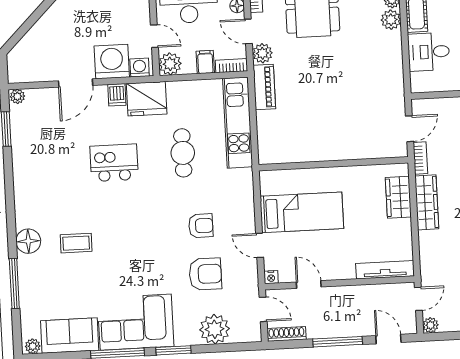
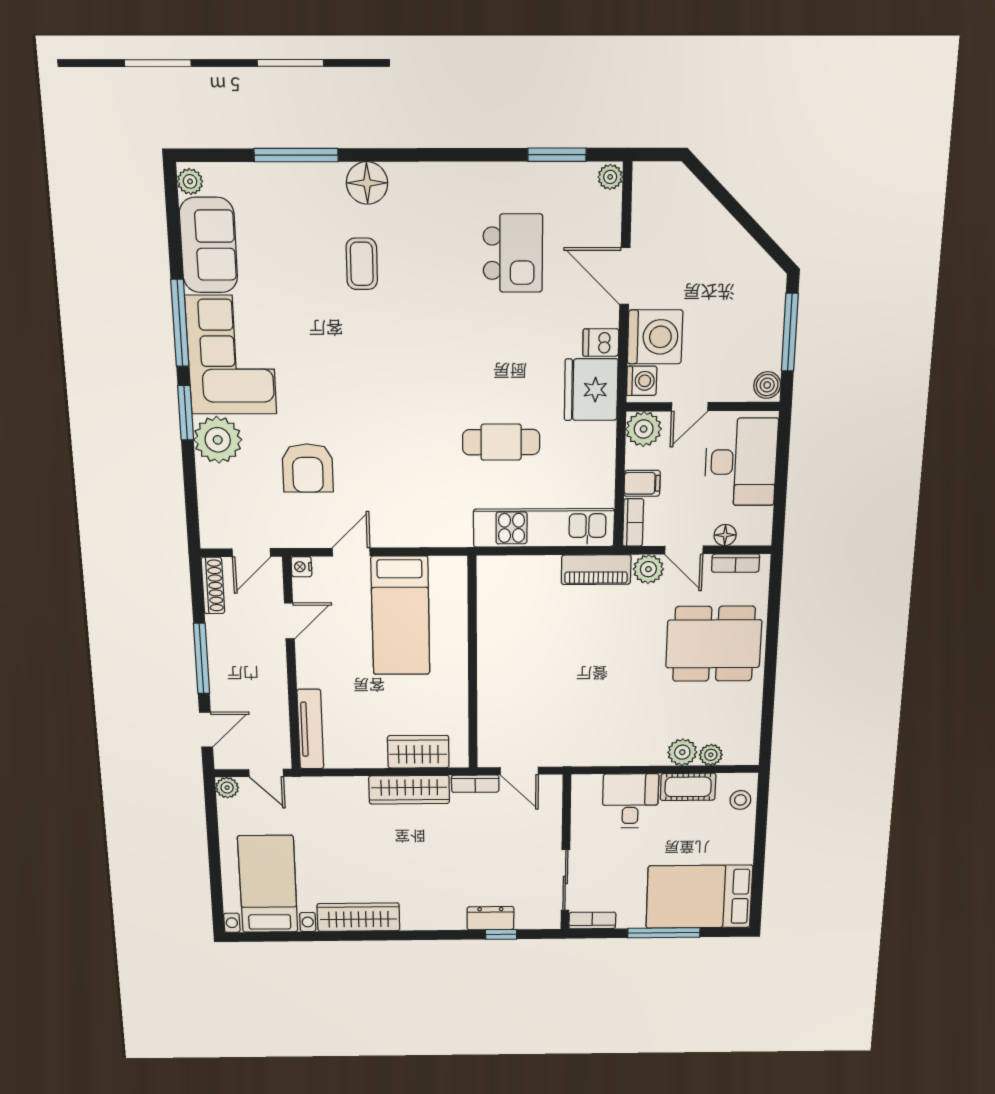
door: (248, 31) -> (684, 550), swing flipped
kitchen island: (114, 163) -> (513, 253), moved
armchair: (201, 226) -> (385, 465), removed
plant: (215, 329) -> (218, 440), moved

